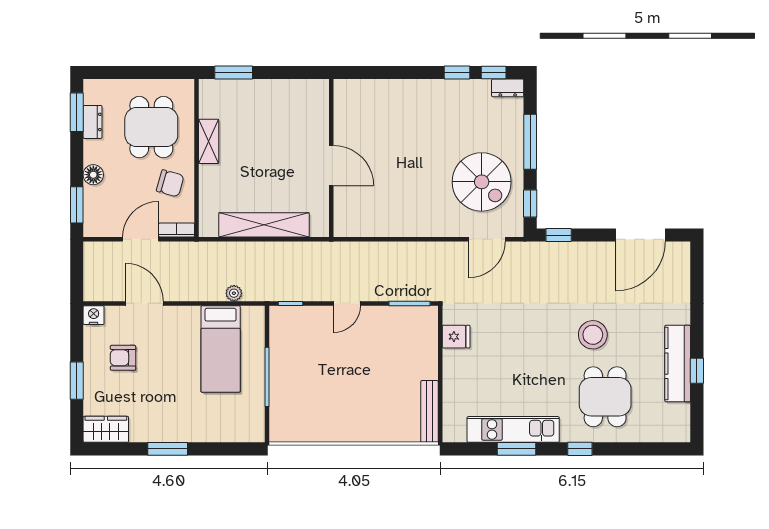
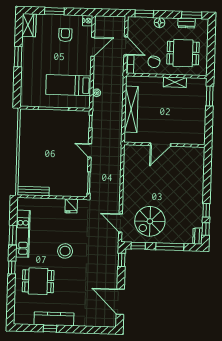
stool: (593, 335) -> (65, 251), moved

